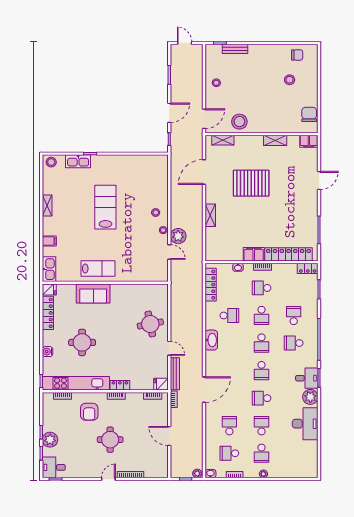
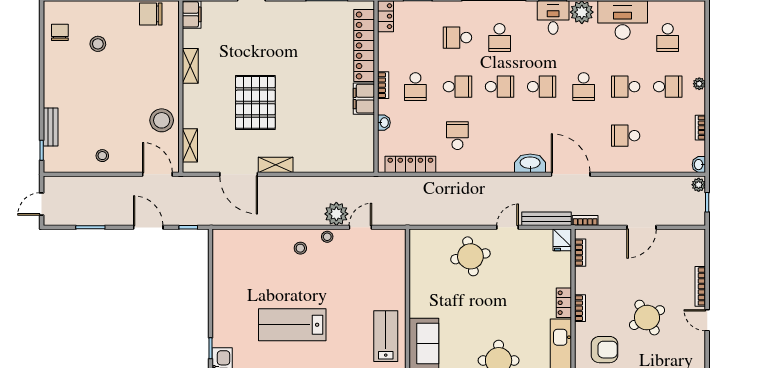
shelving: (210, 215) -> (276, 165), moved
washbasin: (211, 340) -> (530, 163), moved
round table: (110, 440) -> (647, 318), turned -30
school desk: (229, 453) -> (668, 38), moved

